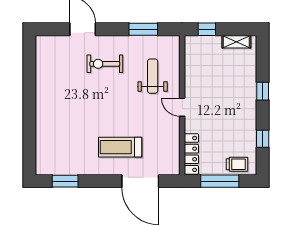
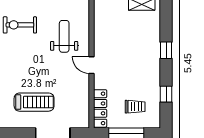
treadmill: (120, 147) -> (34, 102), turned 180
trolley: (237, 164) -> (135, 107), moved

